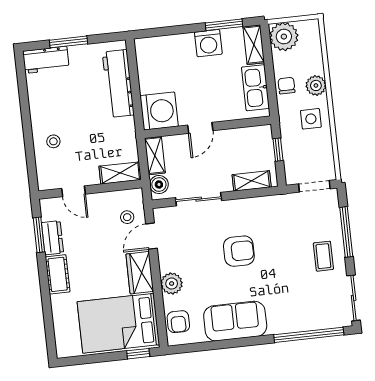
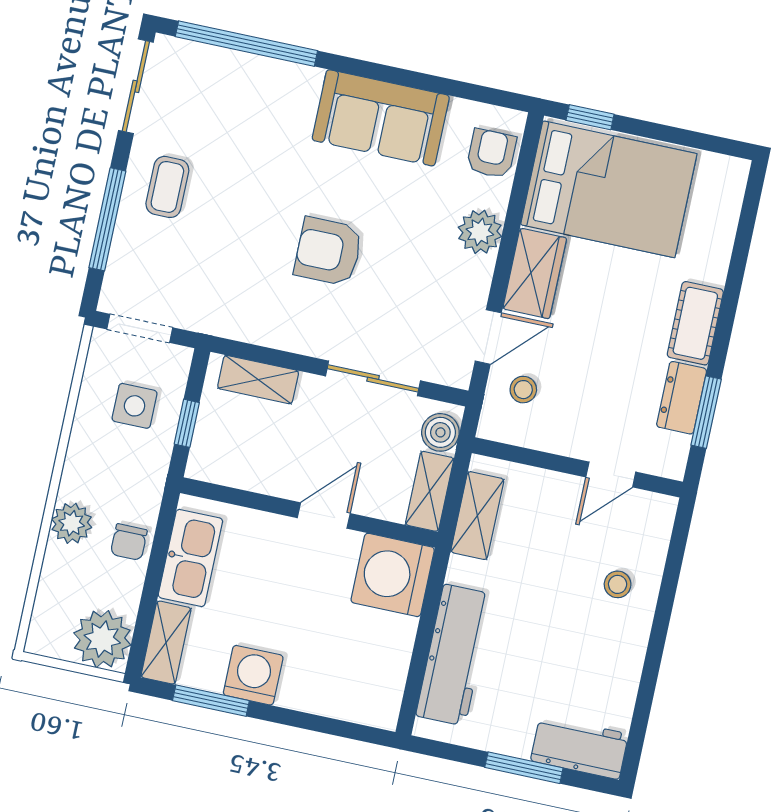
side table: (311, 119) -> (135, 406), moved
shelving: (120, 173) -> (477, 516), moved, turned 90
door: (73, 191) -> (611, 475), swing flipped

